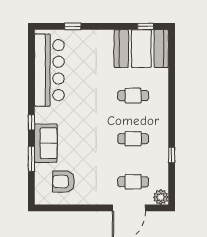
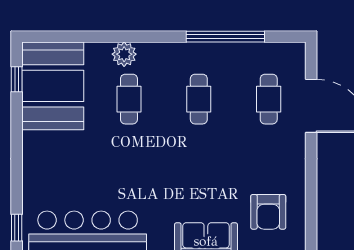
window: (73, 26) -> (17, 228), moved
window: (172, 155) -> (225, 37), width x3.17
plant: (161, 197) -> (124, 54), moved

